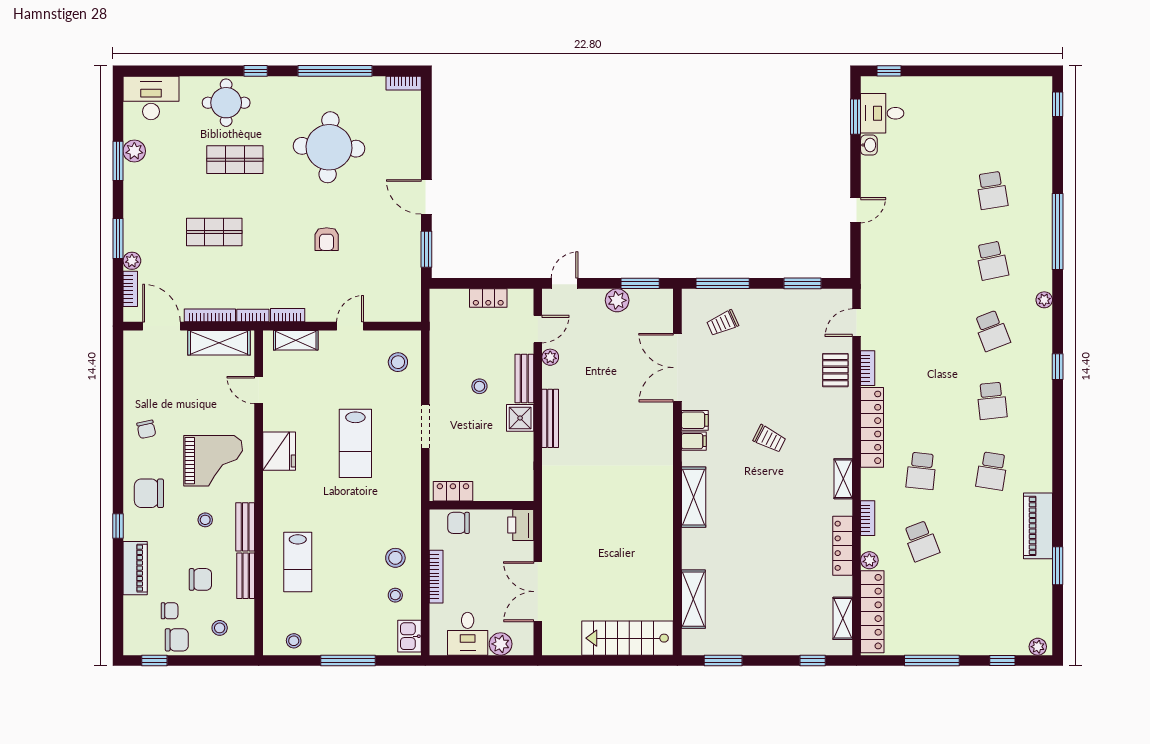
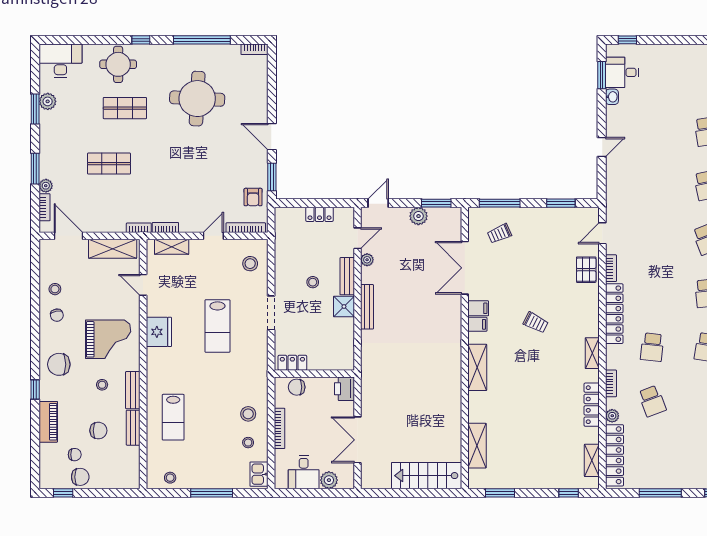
armchair: (327, 239) -> (253, 197), moved
bookcase: (210, 315) -> (246, 228), moved
stool: (220, 628) -> (55, 289), moved

